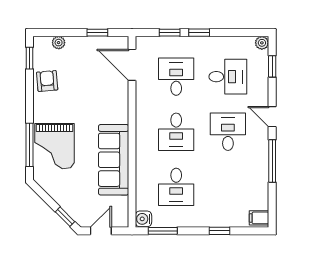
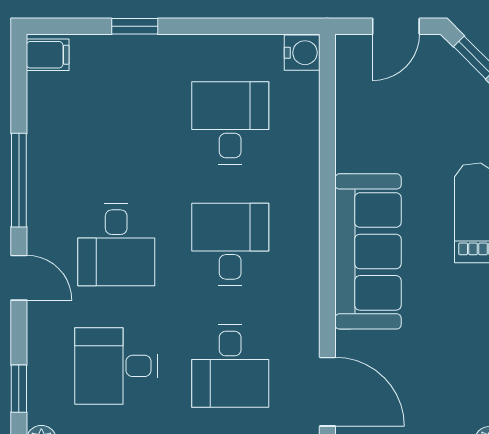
sofa: (114, 160) -> (368, 251), moved
window: (163, 231) -> (260, 26), removed

